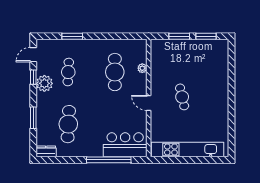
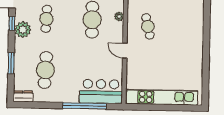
cafe table: (182, 97) -> (148, 26), moved

